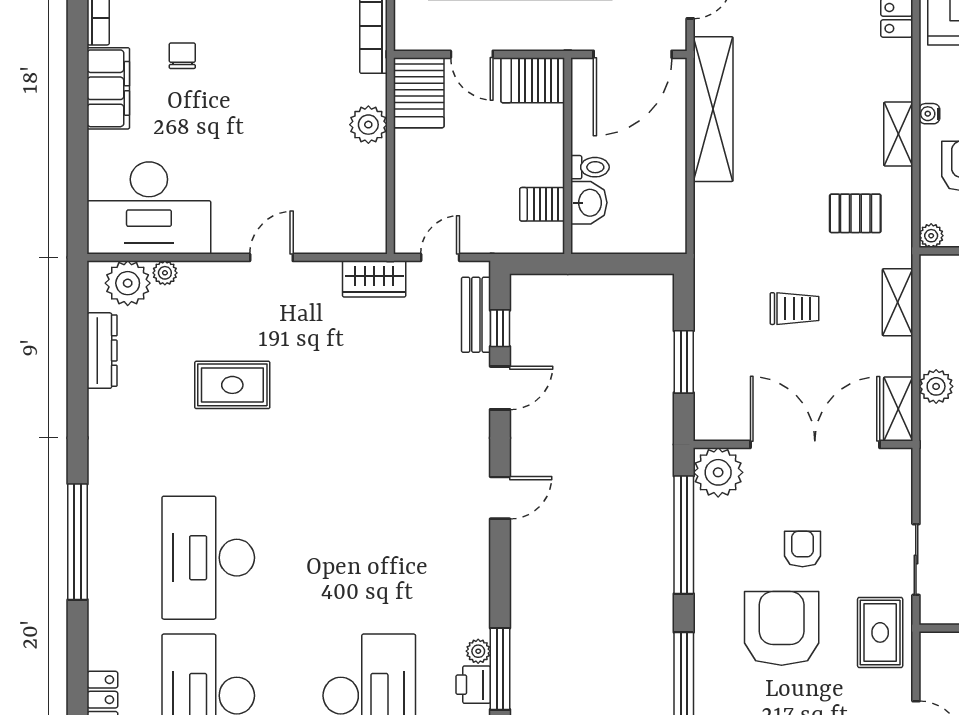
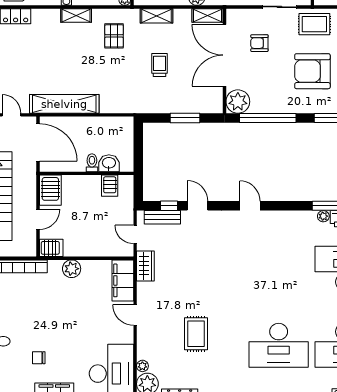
server rack: (419, 93) -> (51, 248), width x0.73, depth x0.70
filing cabinet: (344, 232) -> (123, 280), added
armchair: (803, 549) -> (259, 43), moved

